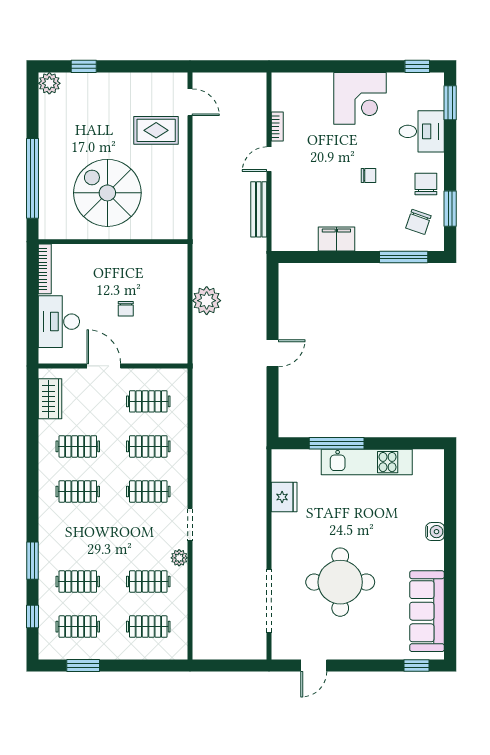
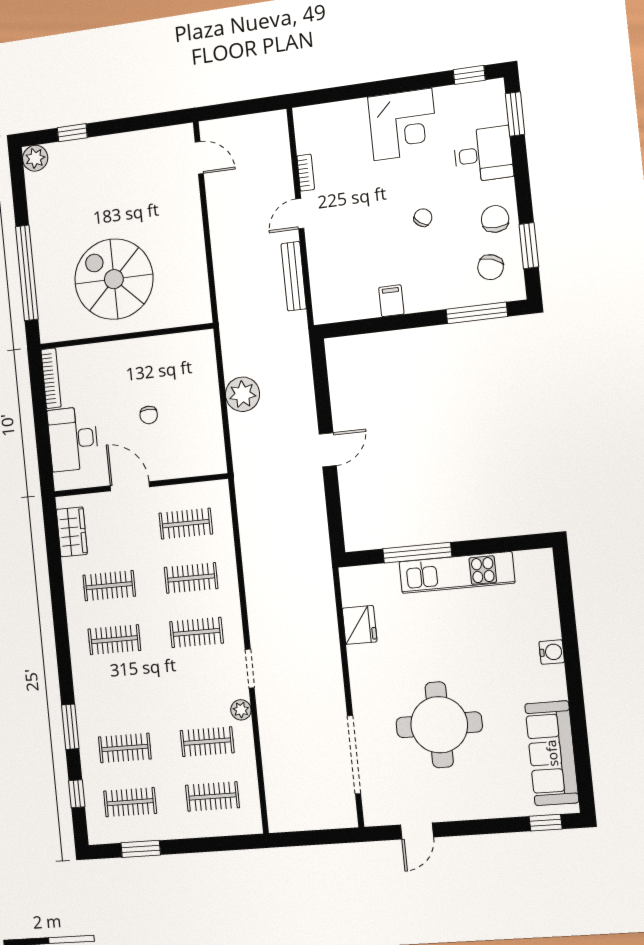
rug: (156, 130) -> (163, 197), removed
chair: (369, 175) -> (423, 218), turned -55
filing cabinet: (336, 239) -> (391, 301), width x0.50

